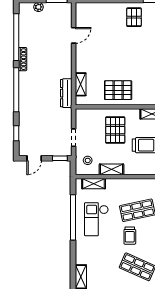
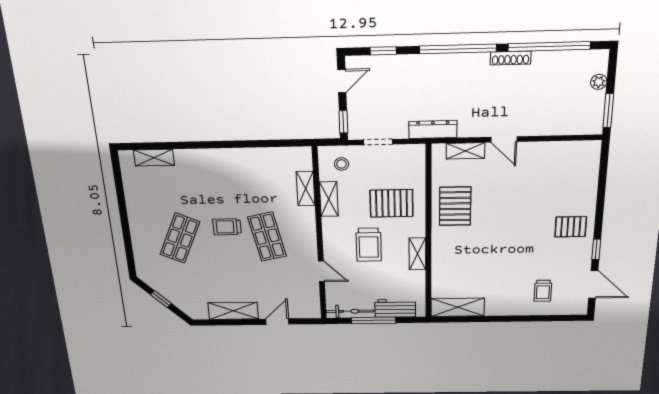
door: (74, 35) -> (504, 139), moved
dresser: (66, 93) -> (433, 129), moved
door: (34, 158) -> (342, 81), swing flipped
shelving: (94, 184) -> (306, 189), moved
window: (73, 217) -> (248, 144), removed
checkout: (96, 219) -> (248, 179), removed

